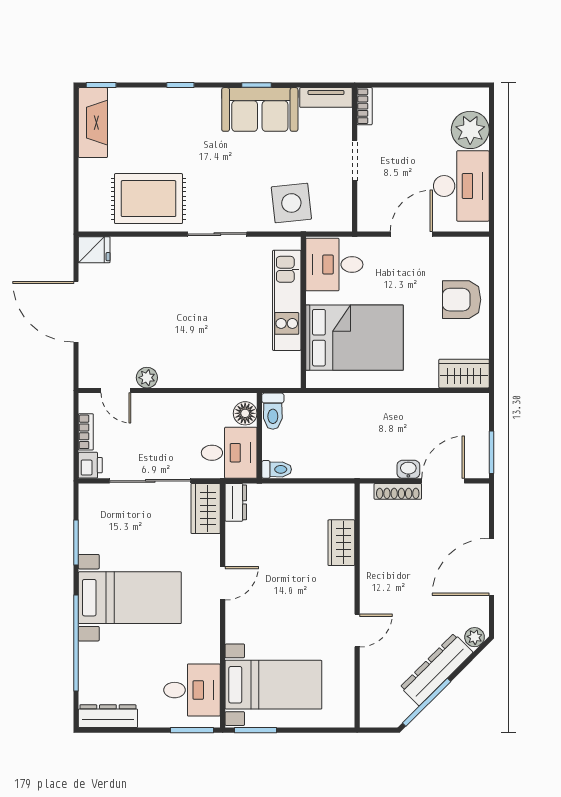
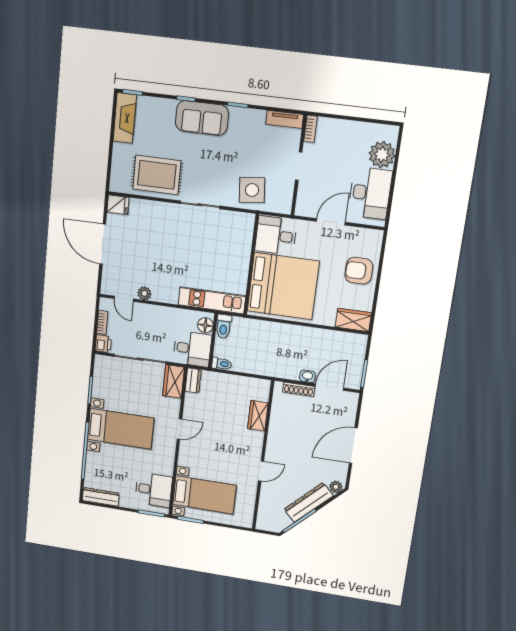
sofa: (260, 109) -> (202, 118), moved
kitchen unit: (287, 300) -> (212, 300), moved, turned 90
bed: (354, 338) -> (283, 286), width x1.36

